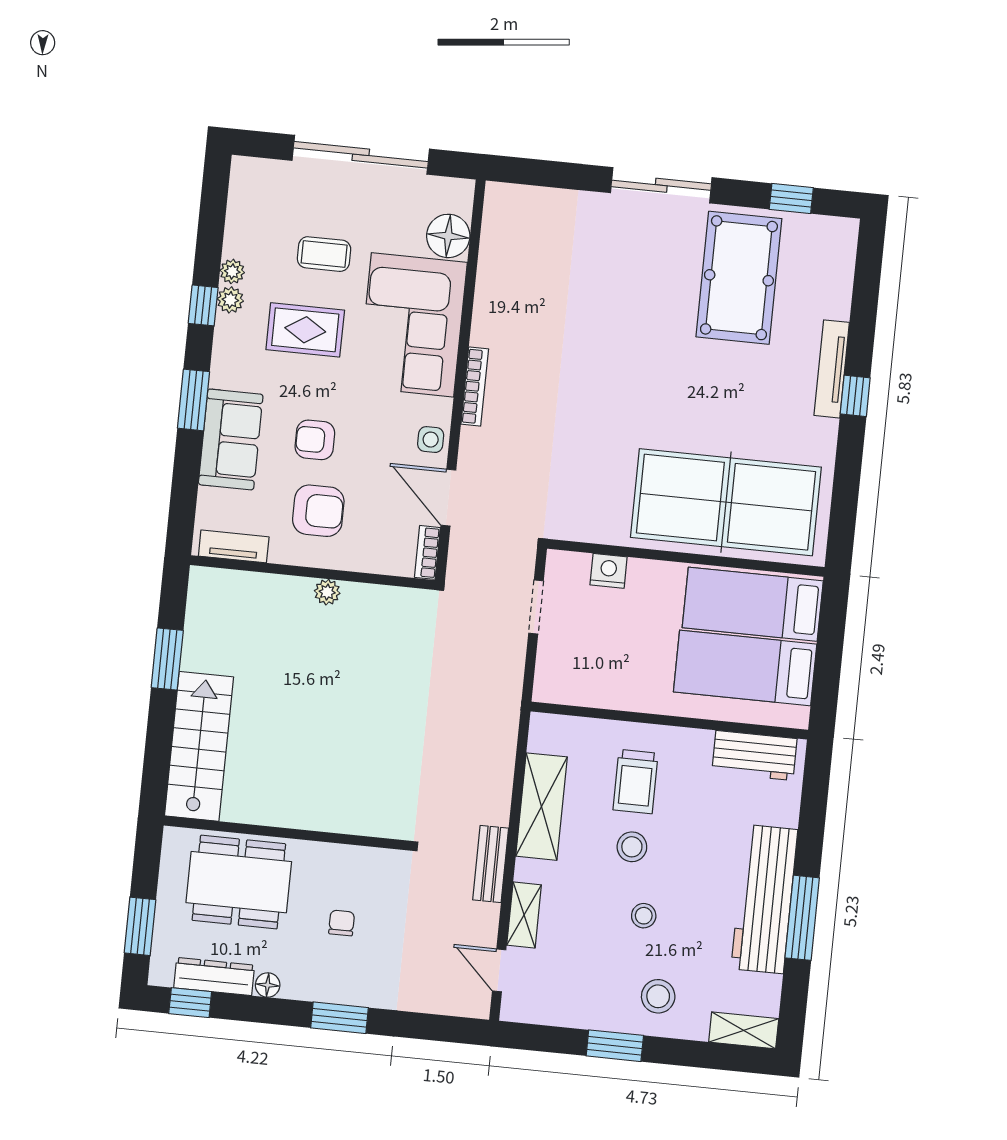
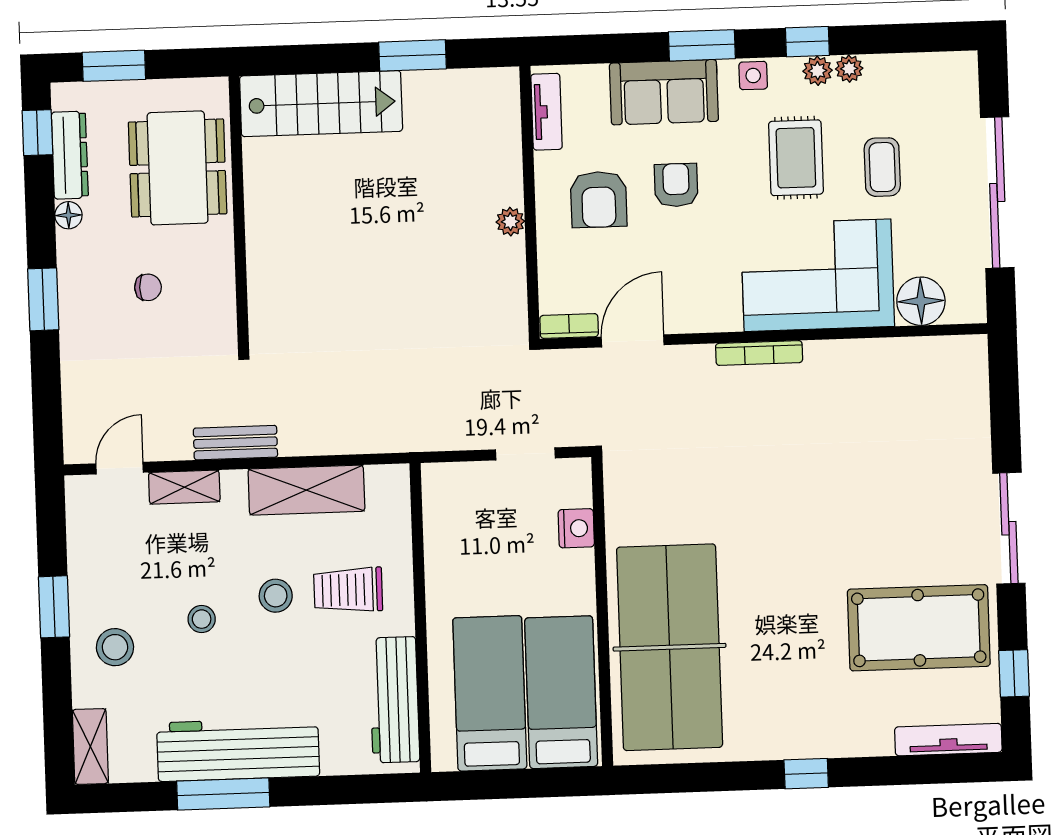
tv unit: (832, 369) -> (948, 740), moved
side table: (431, 440) -> (753, 76), moved
workbench: (754, 755) -> (394, 700), width x1.37

